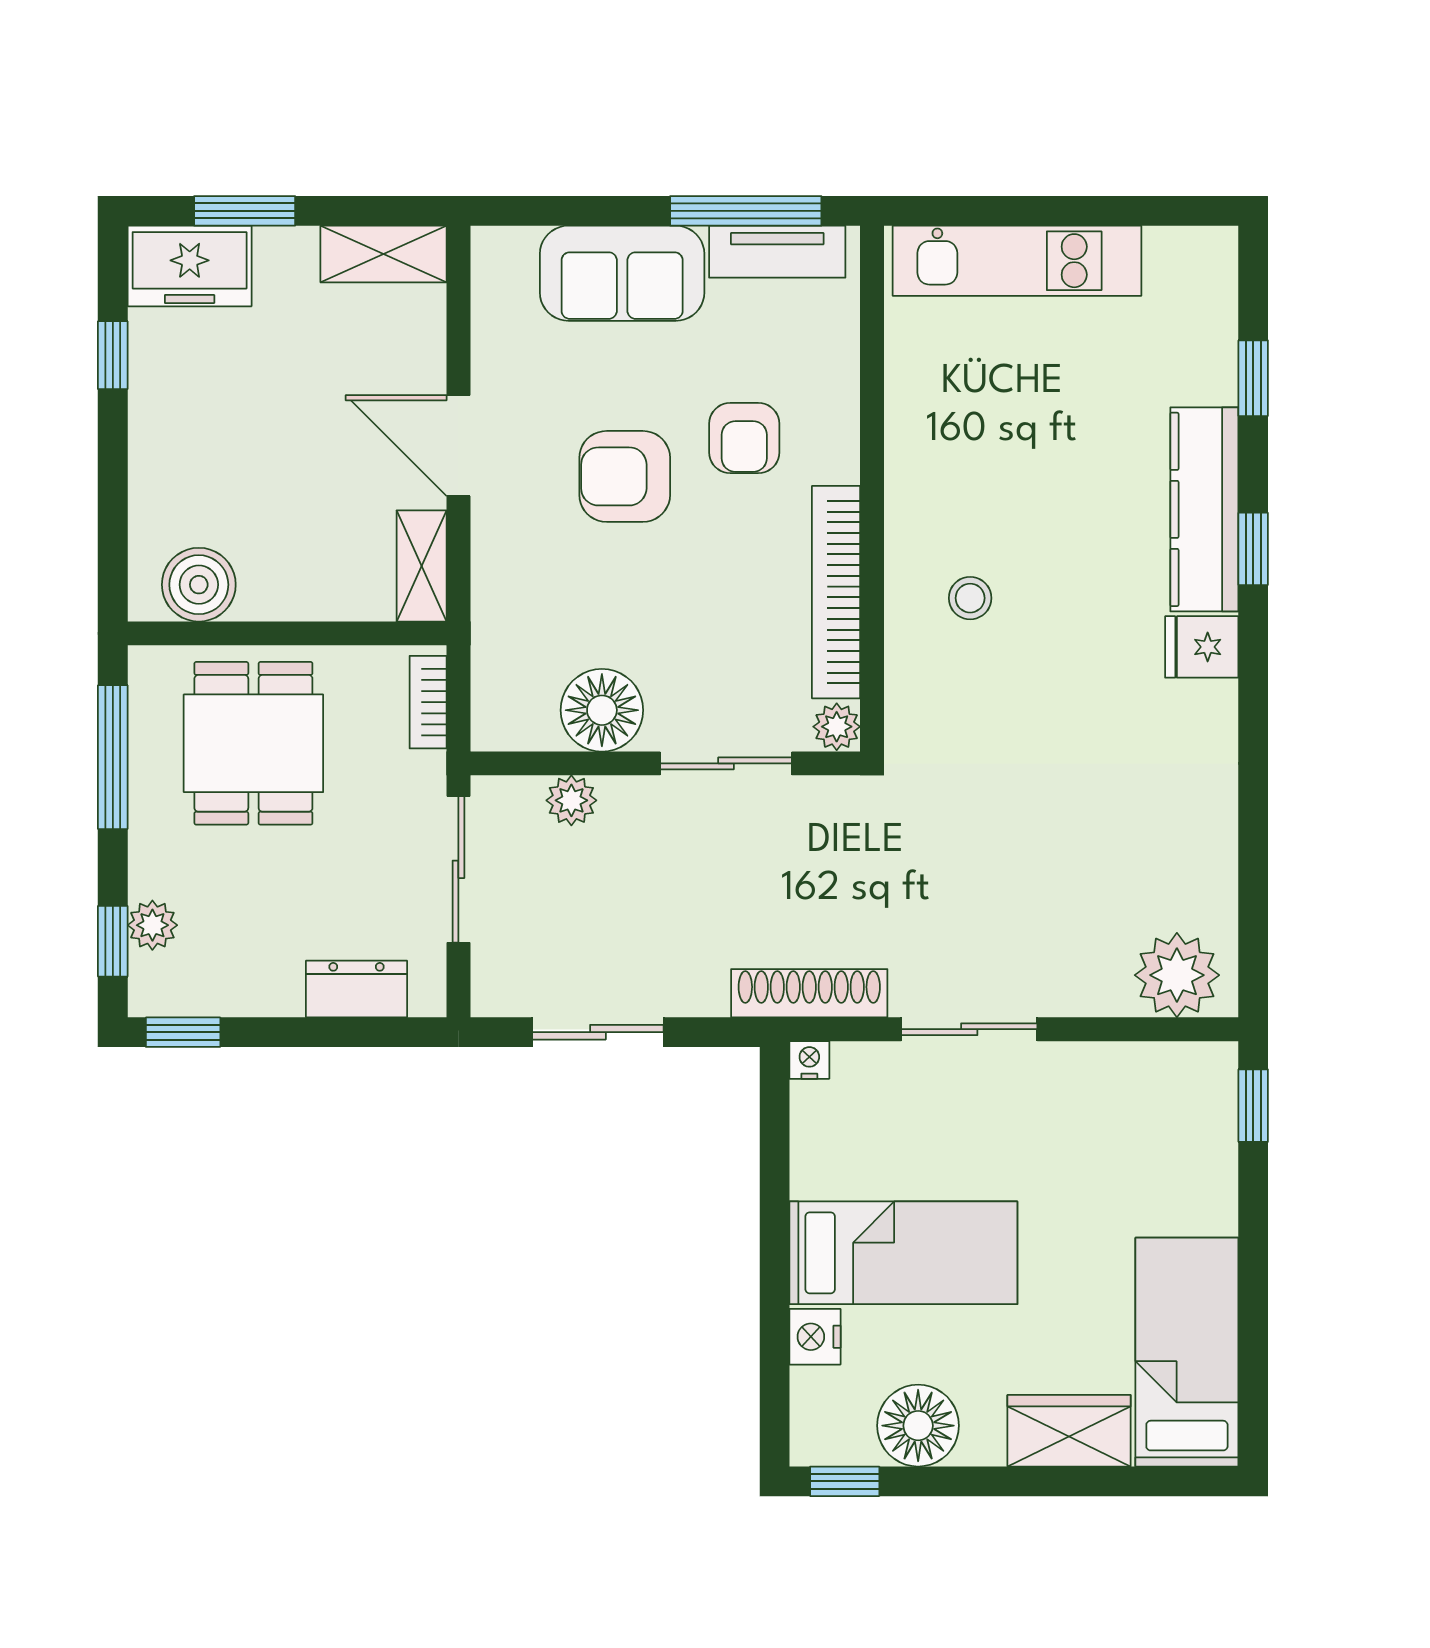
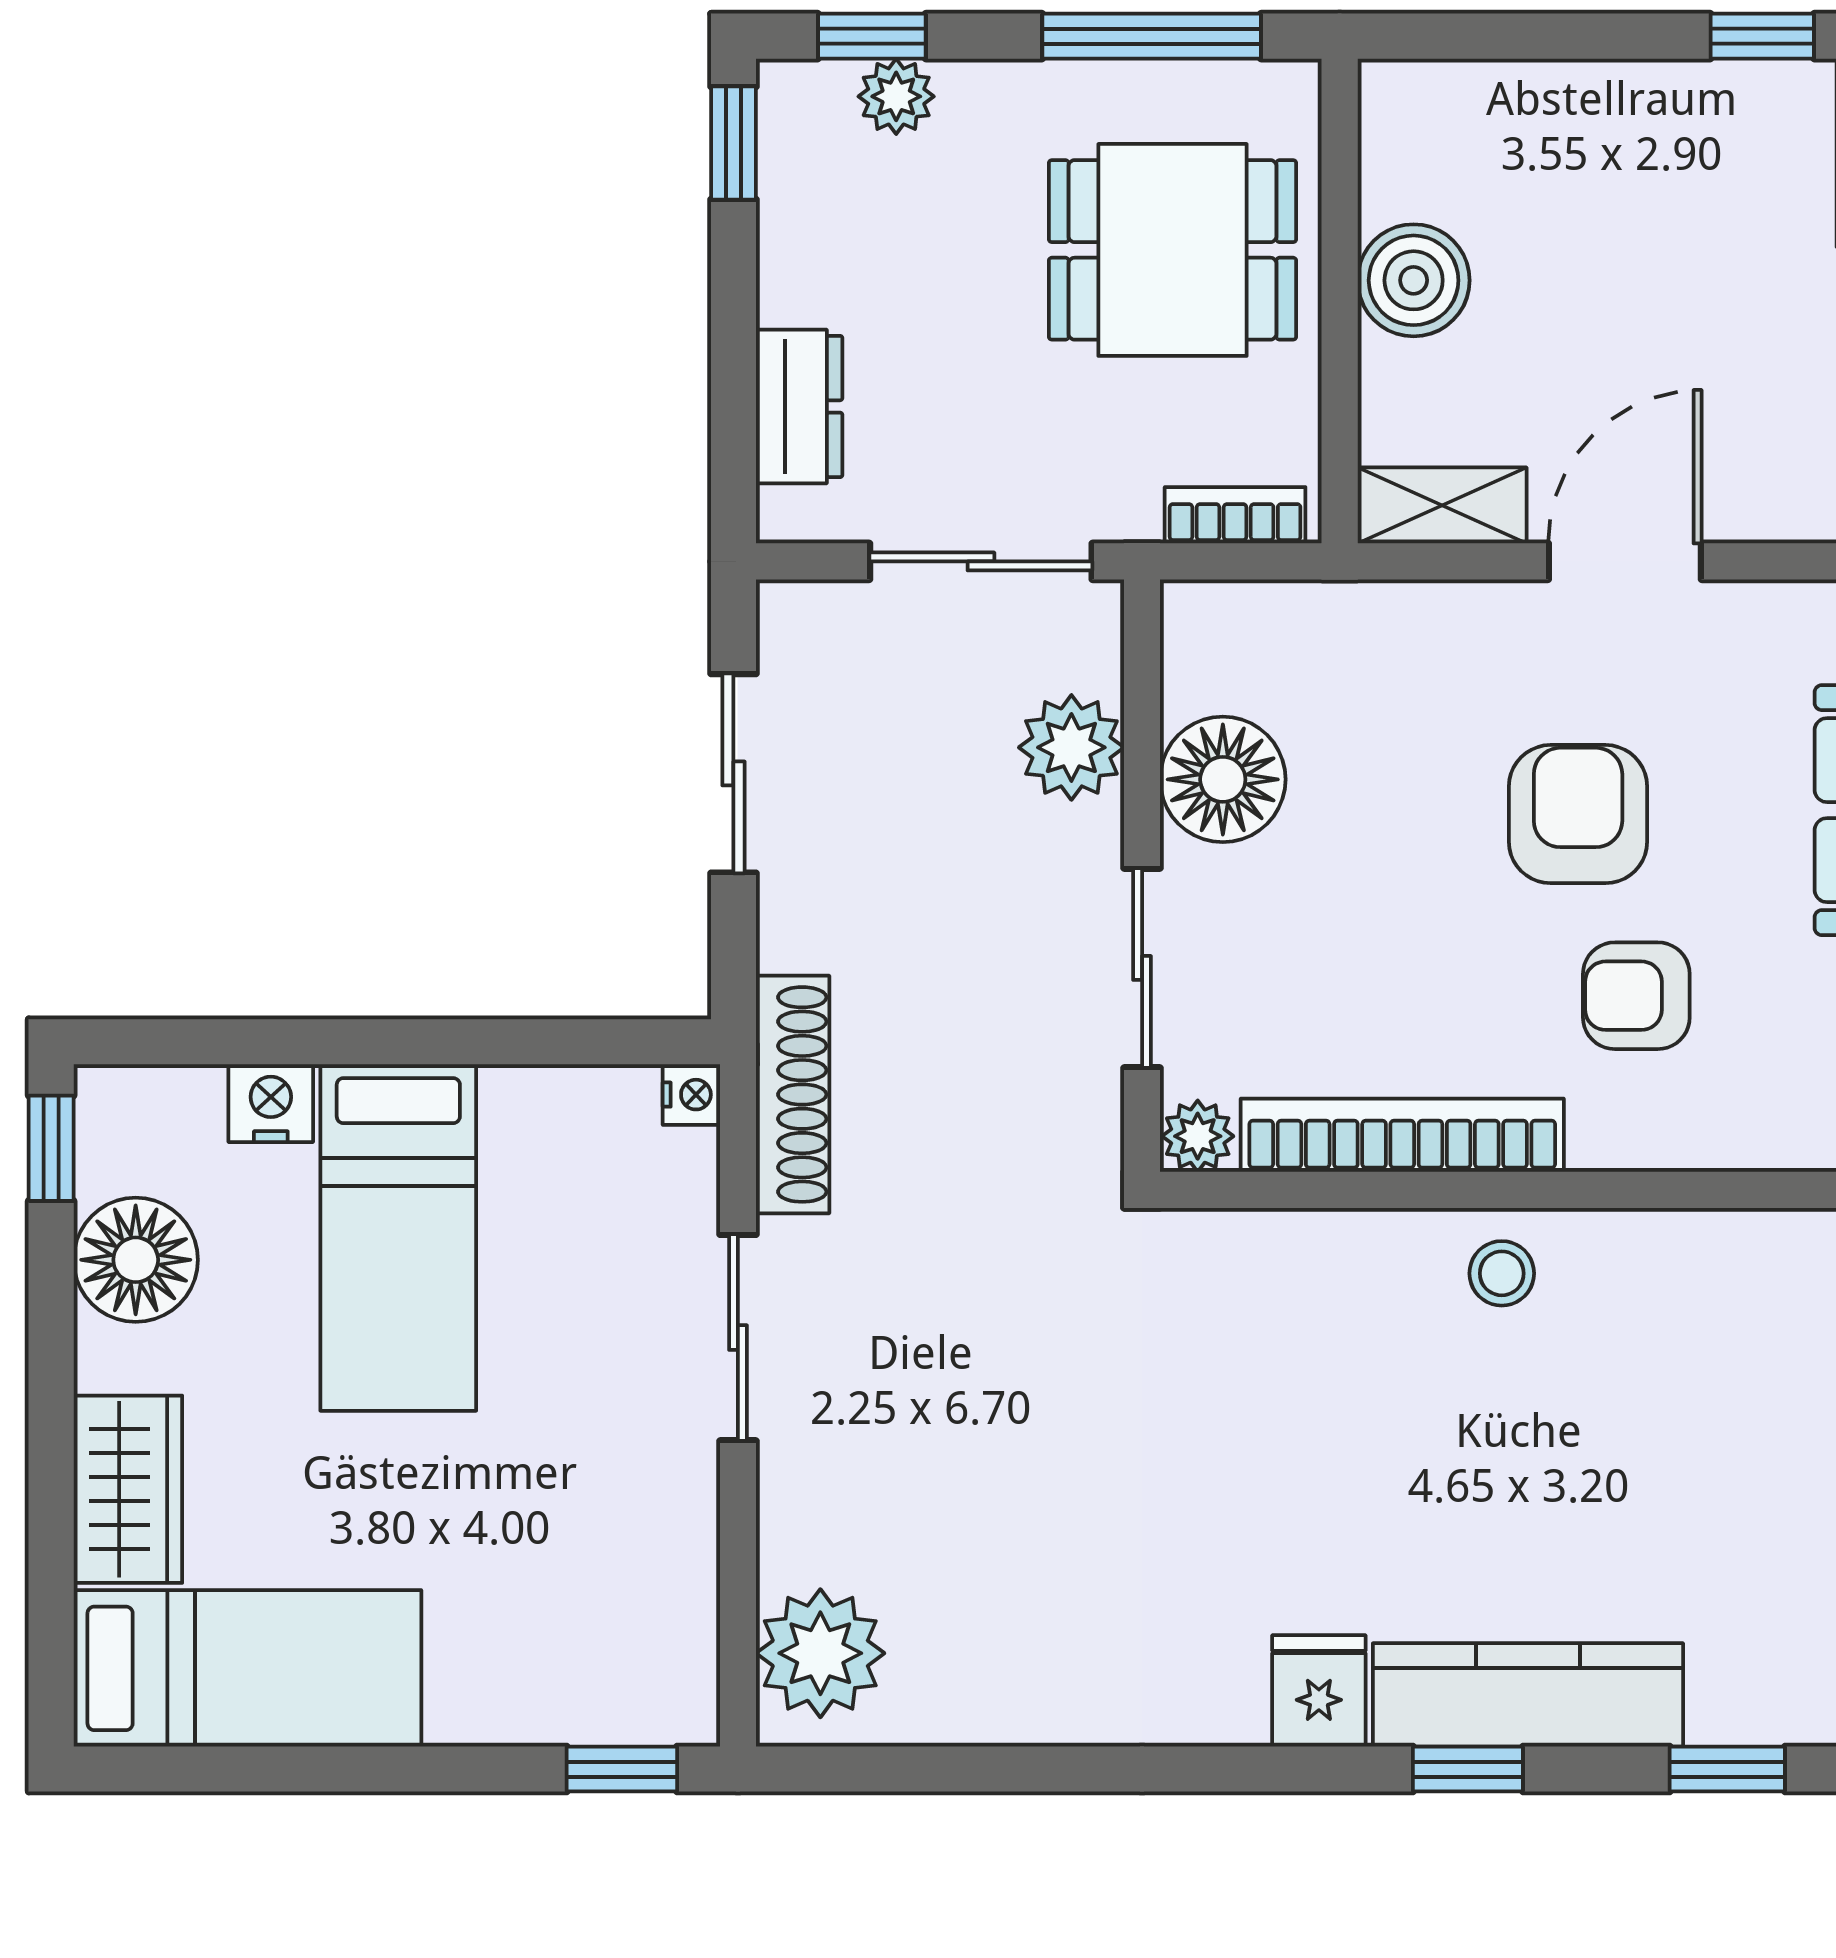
boiler: (199, 585) -> (1414, 280), moved
stool: (970, 598) -> (1502, 1273), moved
plant: (571, 800) -> (1071, 747), width x1.38, depth x1.38

